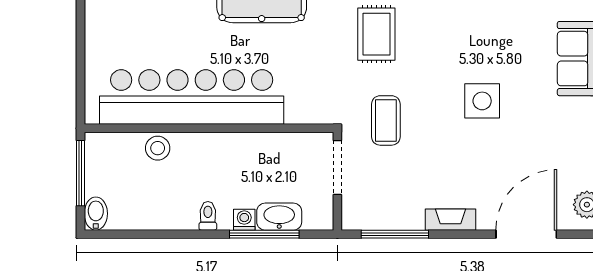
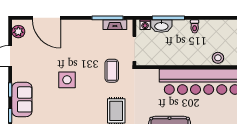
washing machine: (244, 220) -> (145, 25), moved
fireplace: (450, 220) -> (115, 25), moved
door: (526, 234) -> (47, 18), hinge flipped

